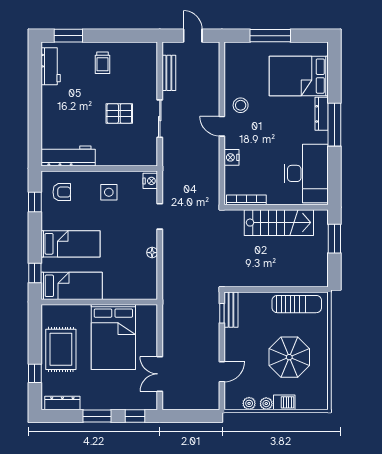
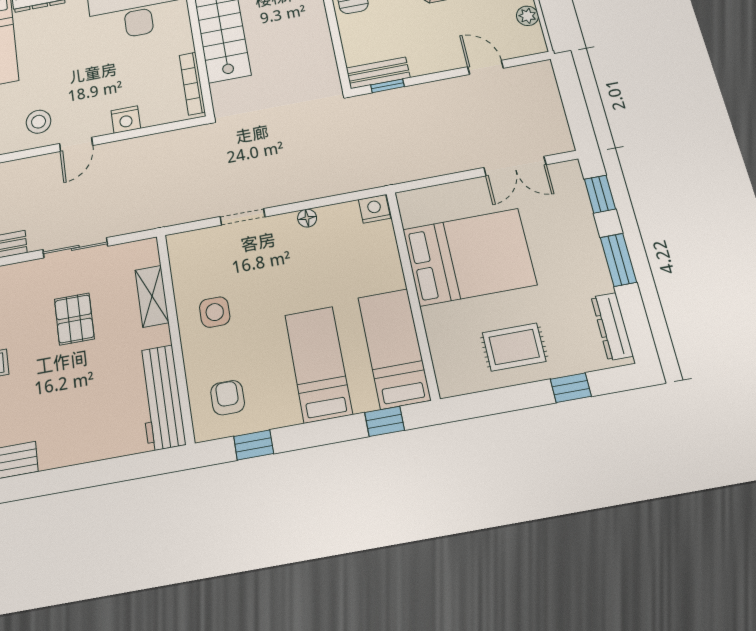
shelving: (124, 159) -> (152, 296), added
nightstand: (150, 181) -> (374, 209), moved
rug: (61, 349) -> (514, 347), width x0.73, depth x0.70

